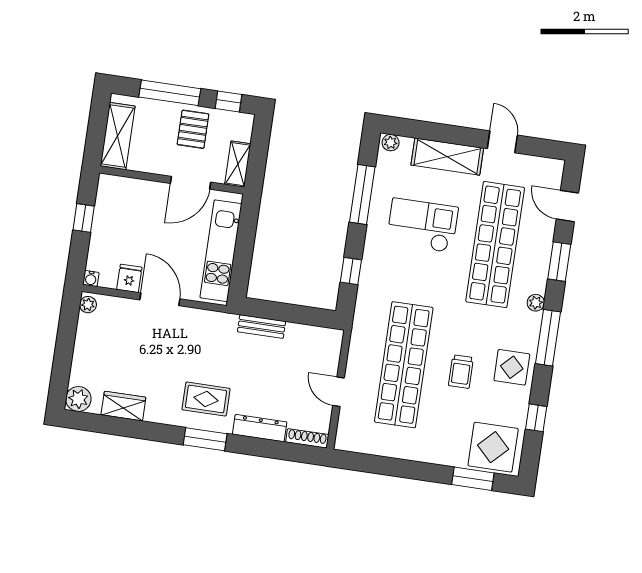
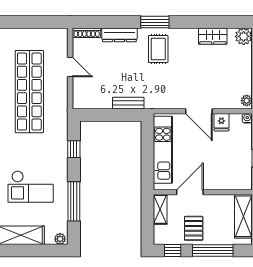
rug: (206, 399) -> (158, 49), turned 90

